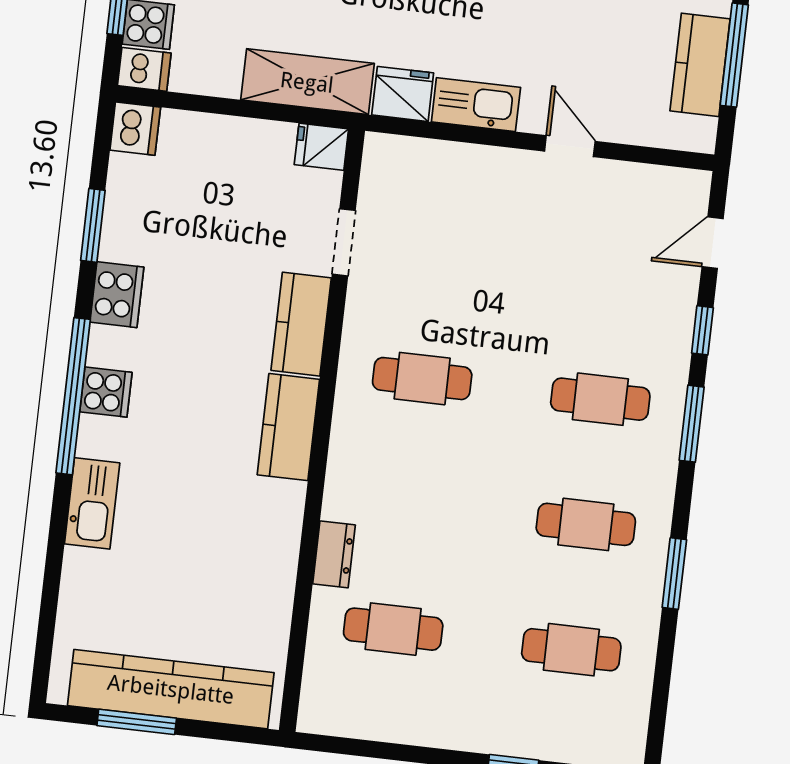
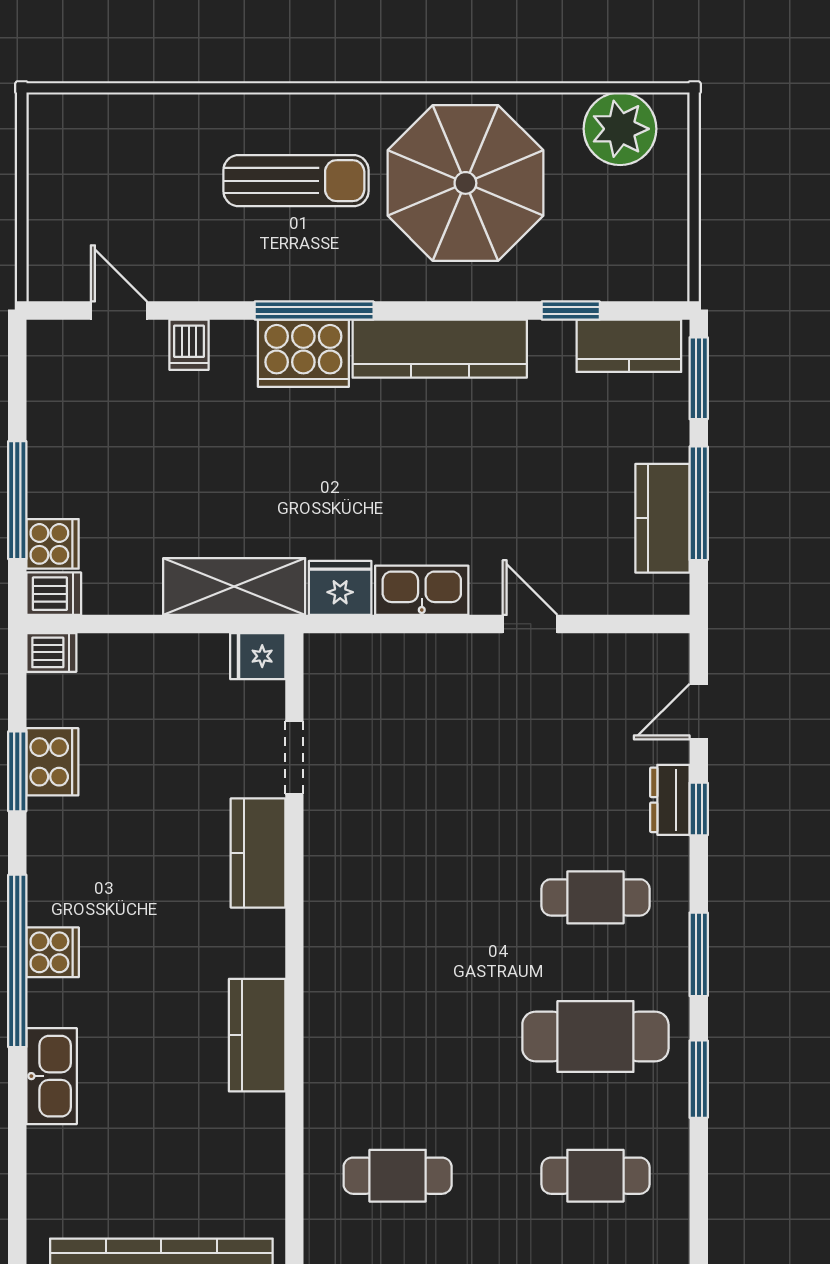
dishwasher: (135, 129) -> (51, 652), width x0.73
cooker: (117, 295) -> (52, 762), moved
cafe table: (422, 379) -> (398, 897), removed
window: (692, 424) -> (699, 954), moved
kitchen counter: (288, 427) -> (257, 1035), moved
cafe table: (586, 524) -> (595, 1037), width x1.37, depth x1.35
dresser: (334, 554) -> (670, 800), moved, turned 180

